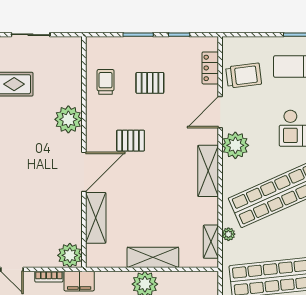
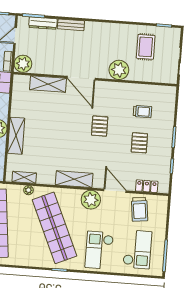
plant: (68, 119) -> (119, 70), moved
wall: (84, 152) -> (95, 79), moved
door: (84, 172) -> (81, 78), moved
shelving: (96, 218) -> (48, 84), moved
plant: (70, 255) -> (23, 64), moved

